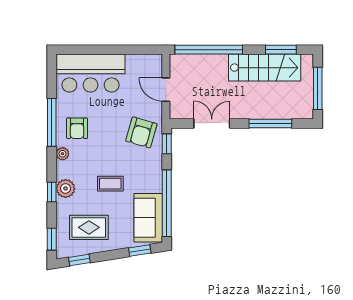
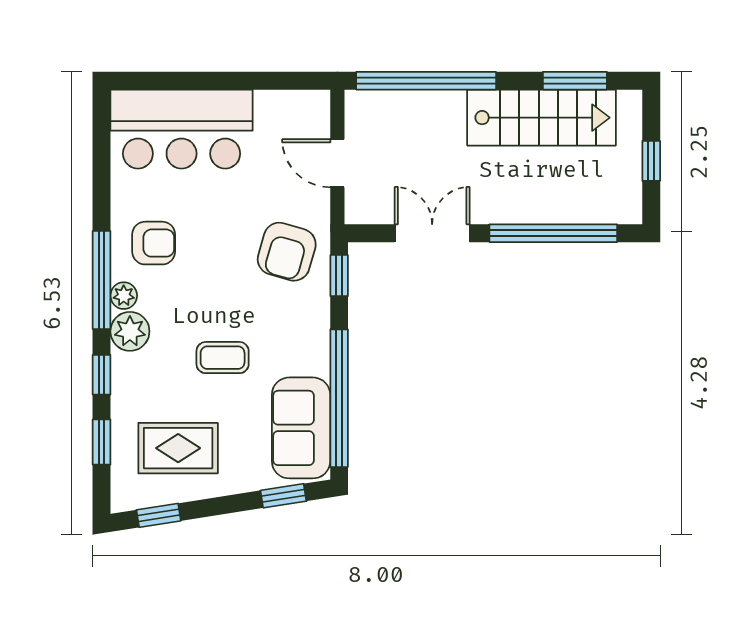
window: (318, 88) -> (651, 161), width x0.46
window: (52, 122) -> (102, 280), moved
window: (270, 123) -> (553, 233), width x1.46
armchair: (77, 128) -> (154, 243), turned -90
plant: (66, 188) -> (130, 331), moved
window: (52, 239) -> (102, 442), moved

